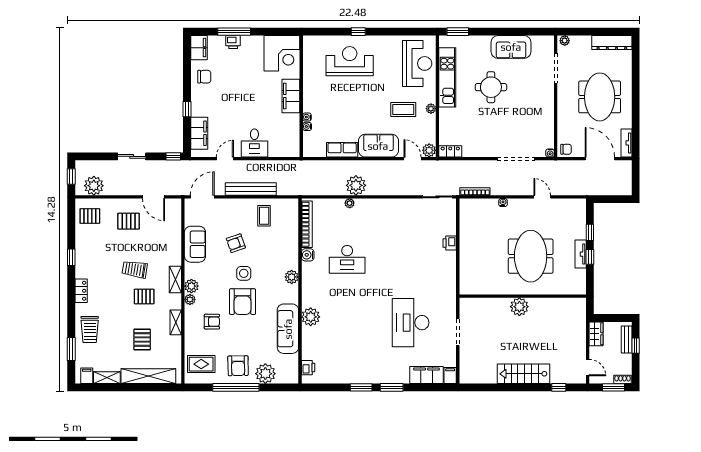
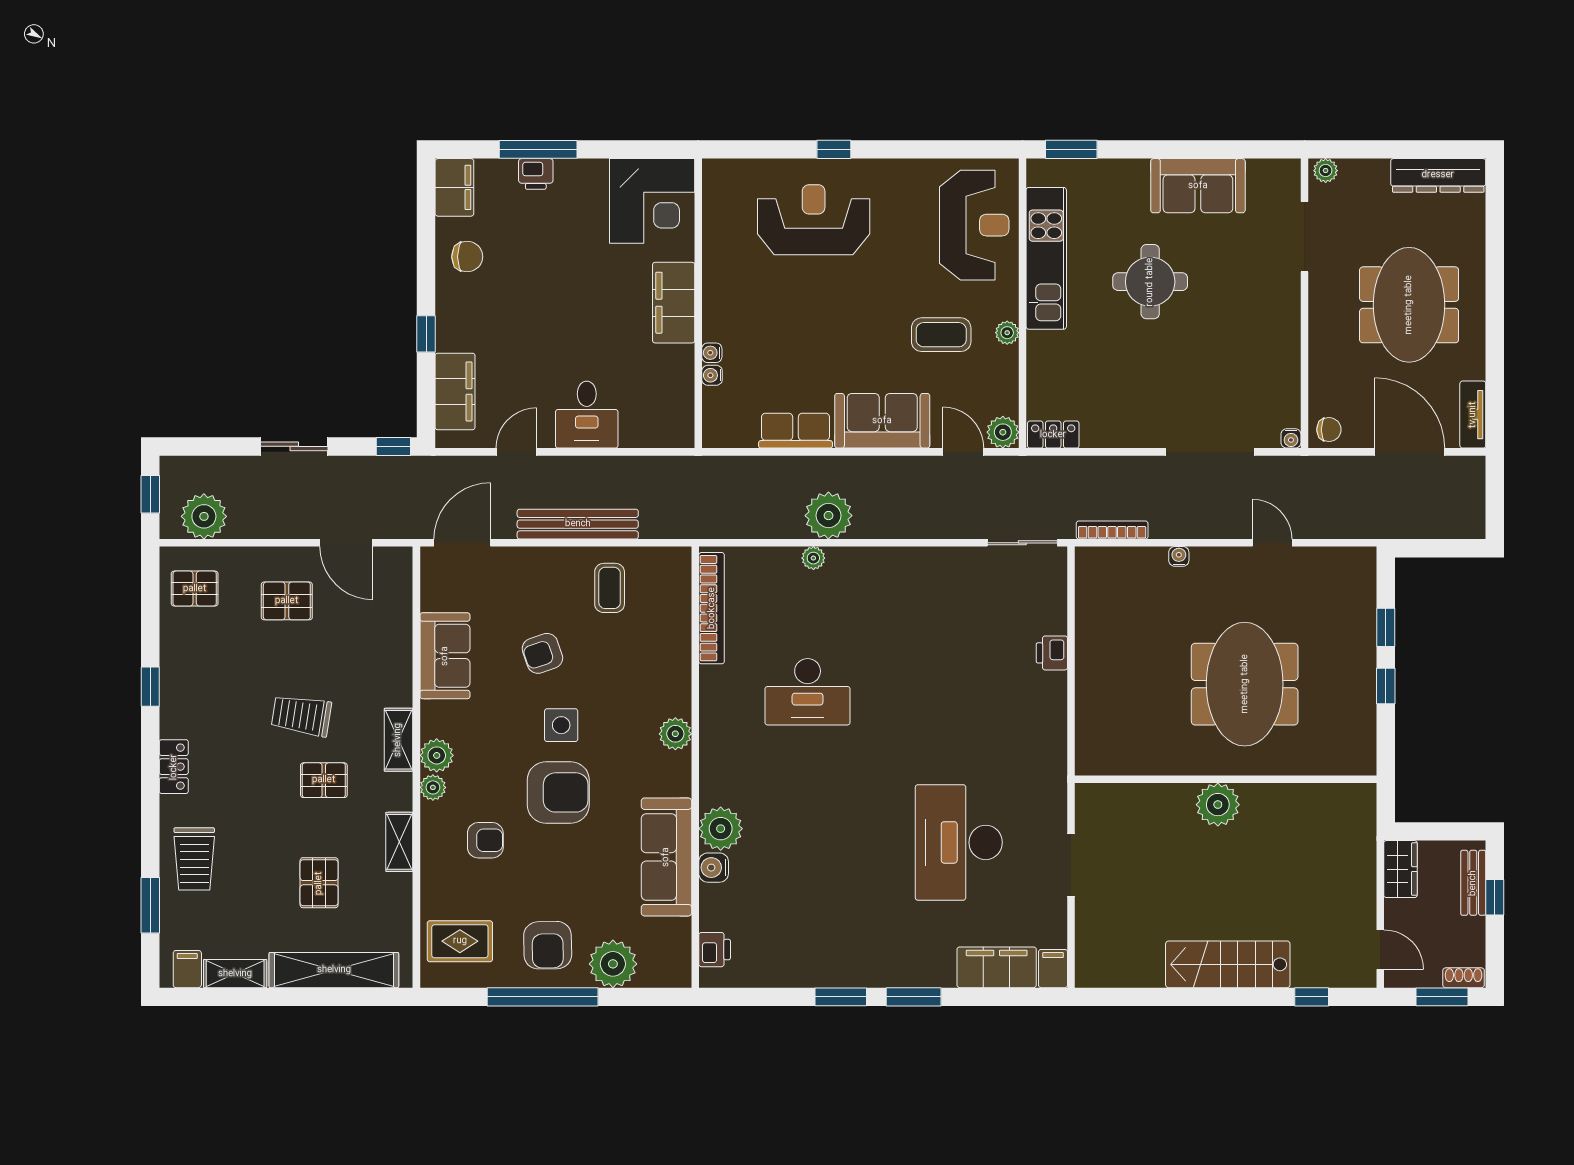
tv unit: (581, 254) -> (1364, 679), removed
water cooler: (308, 255) -> (714, 868), moved
armchair: (243, 302) -> (558, 792), turned -90

